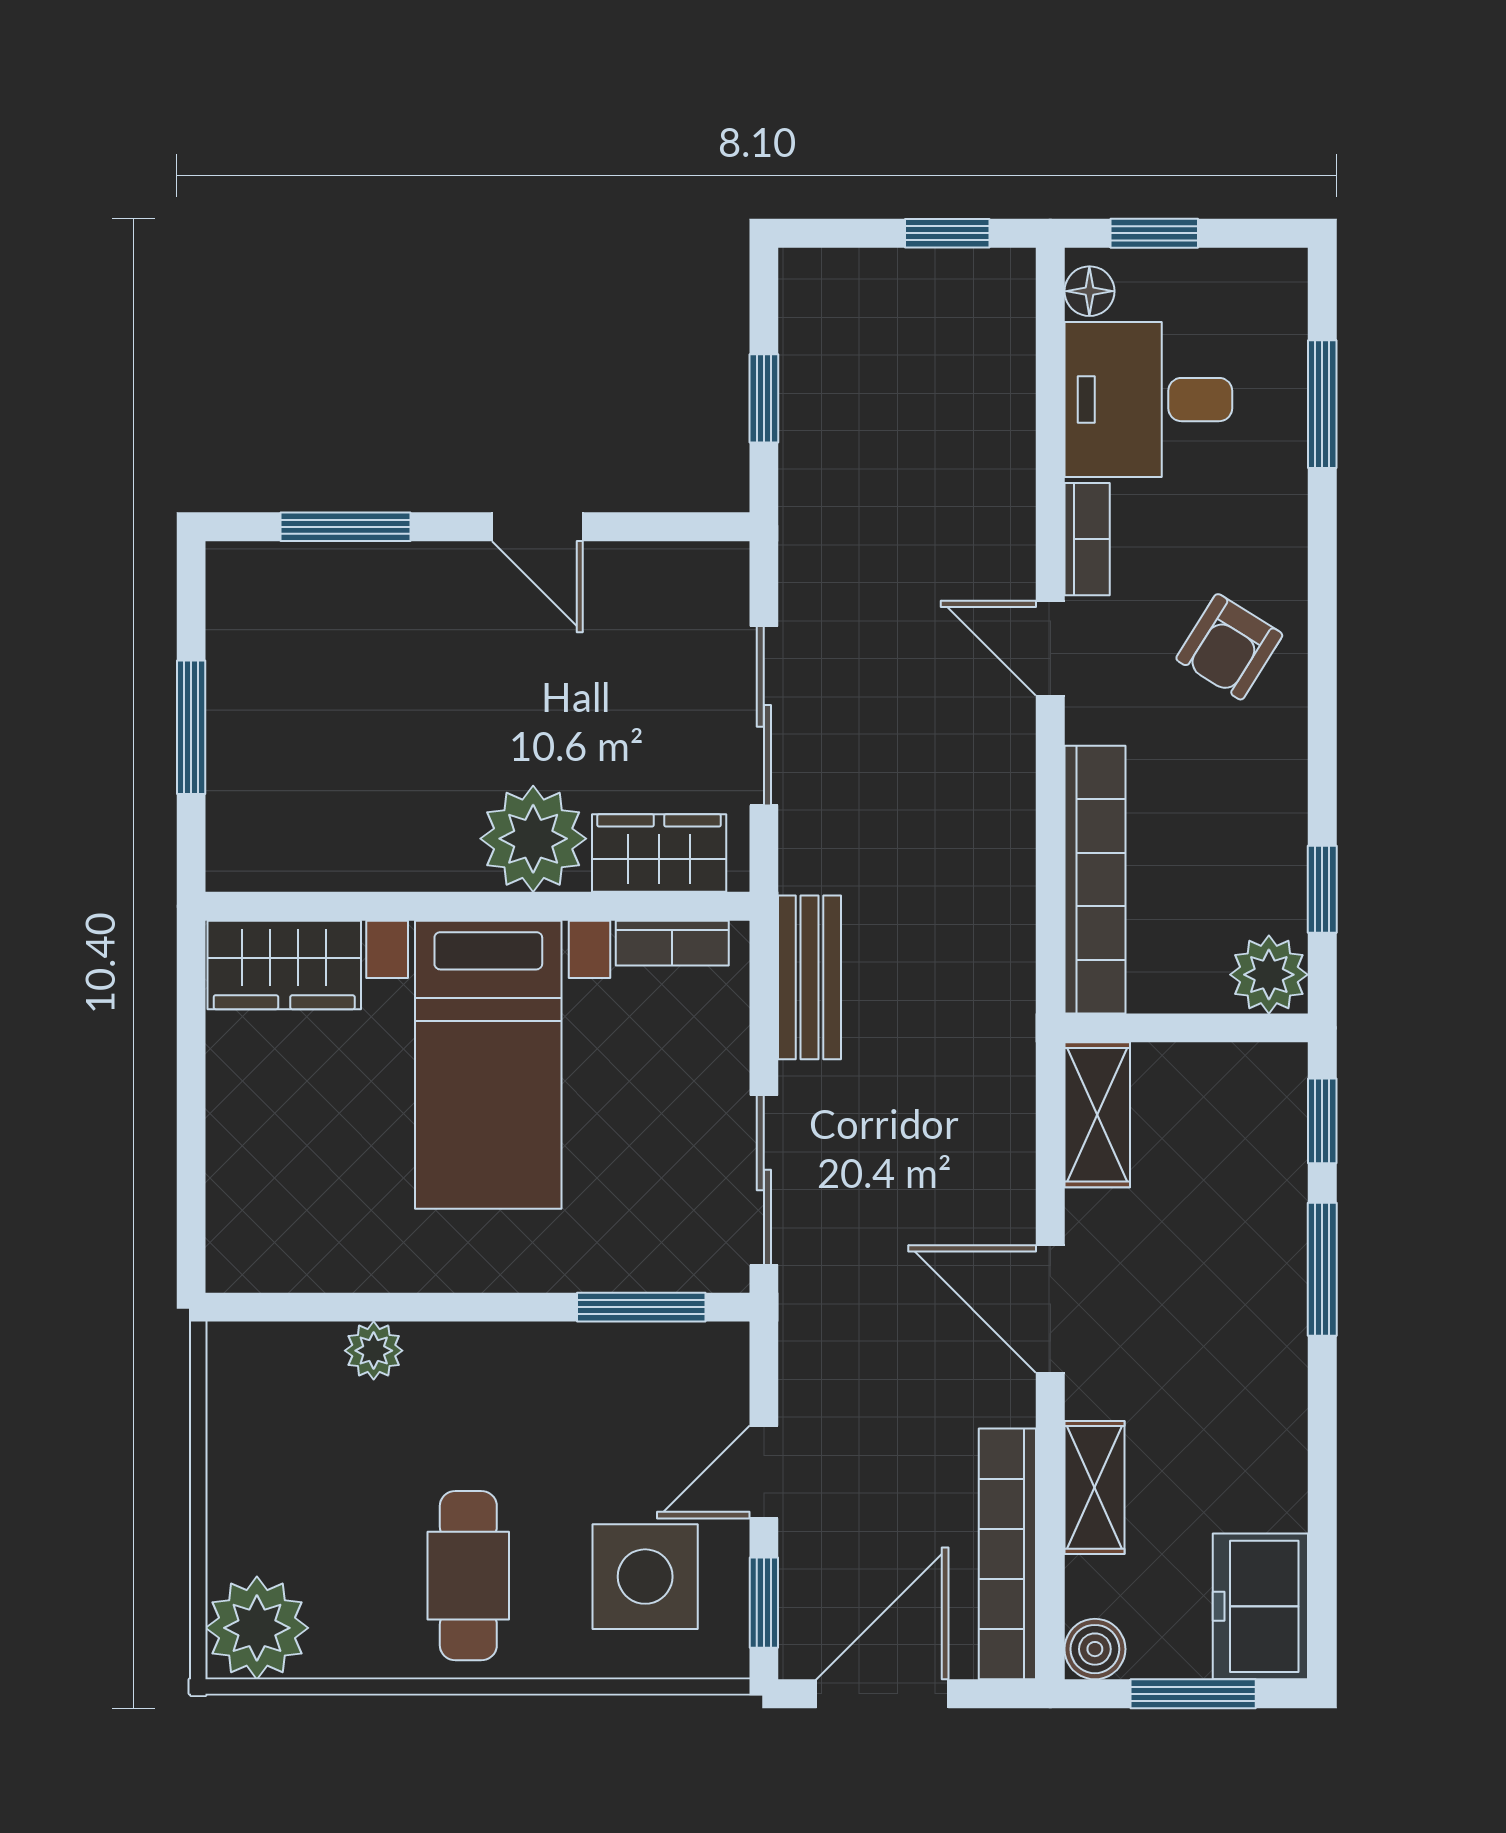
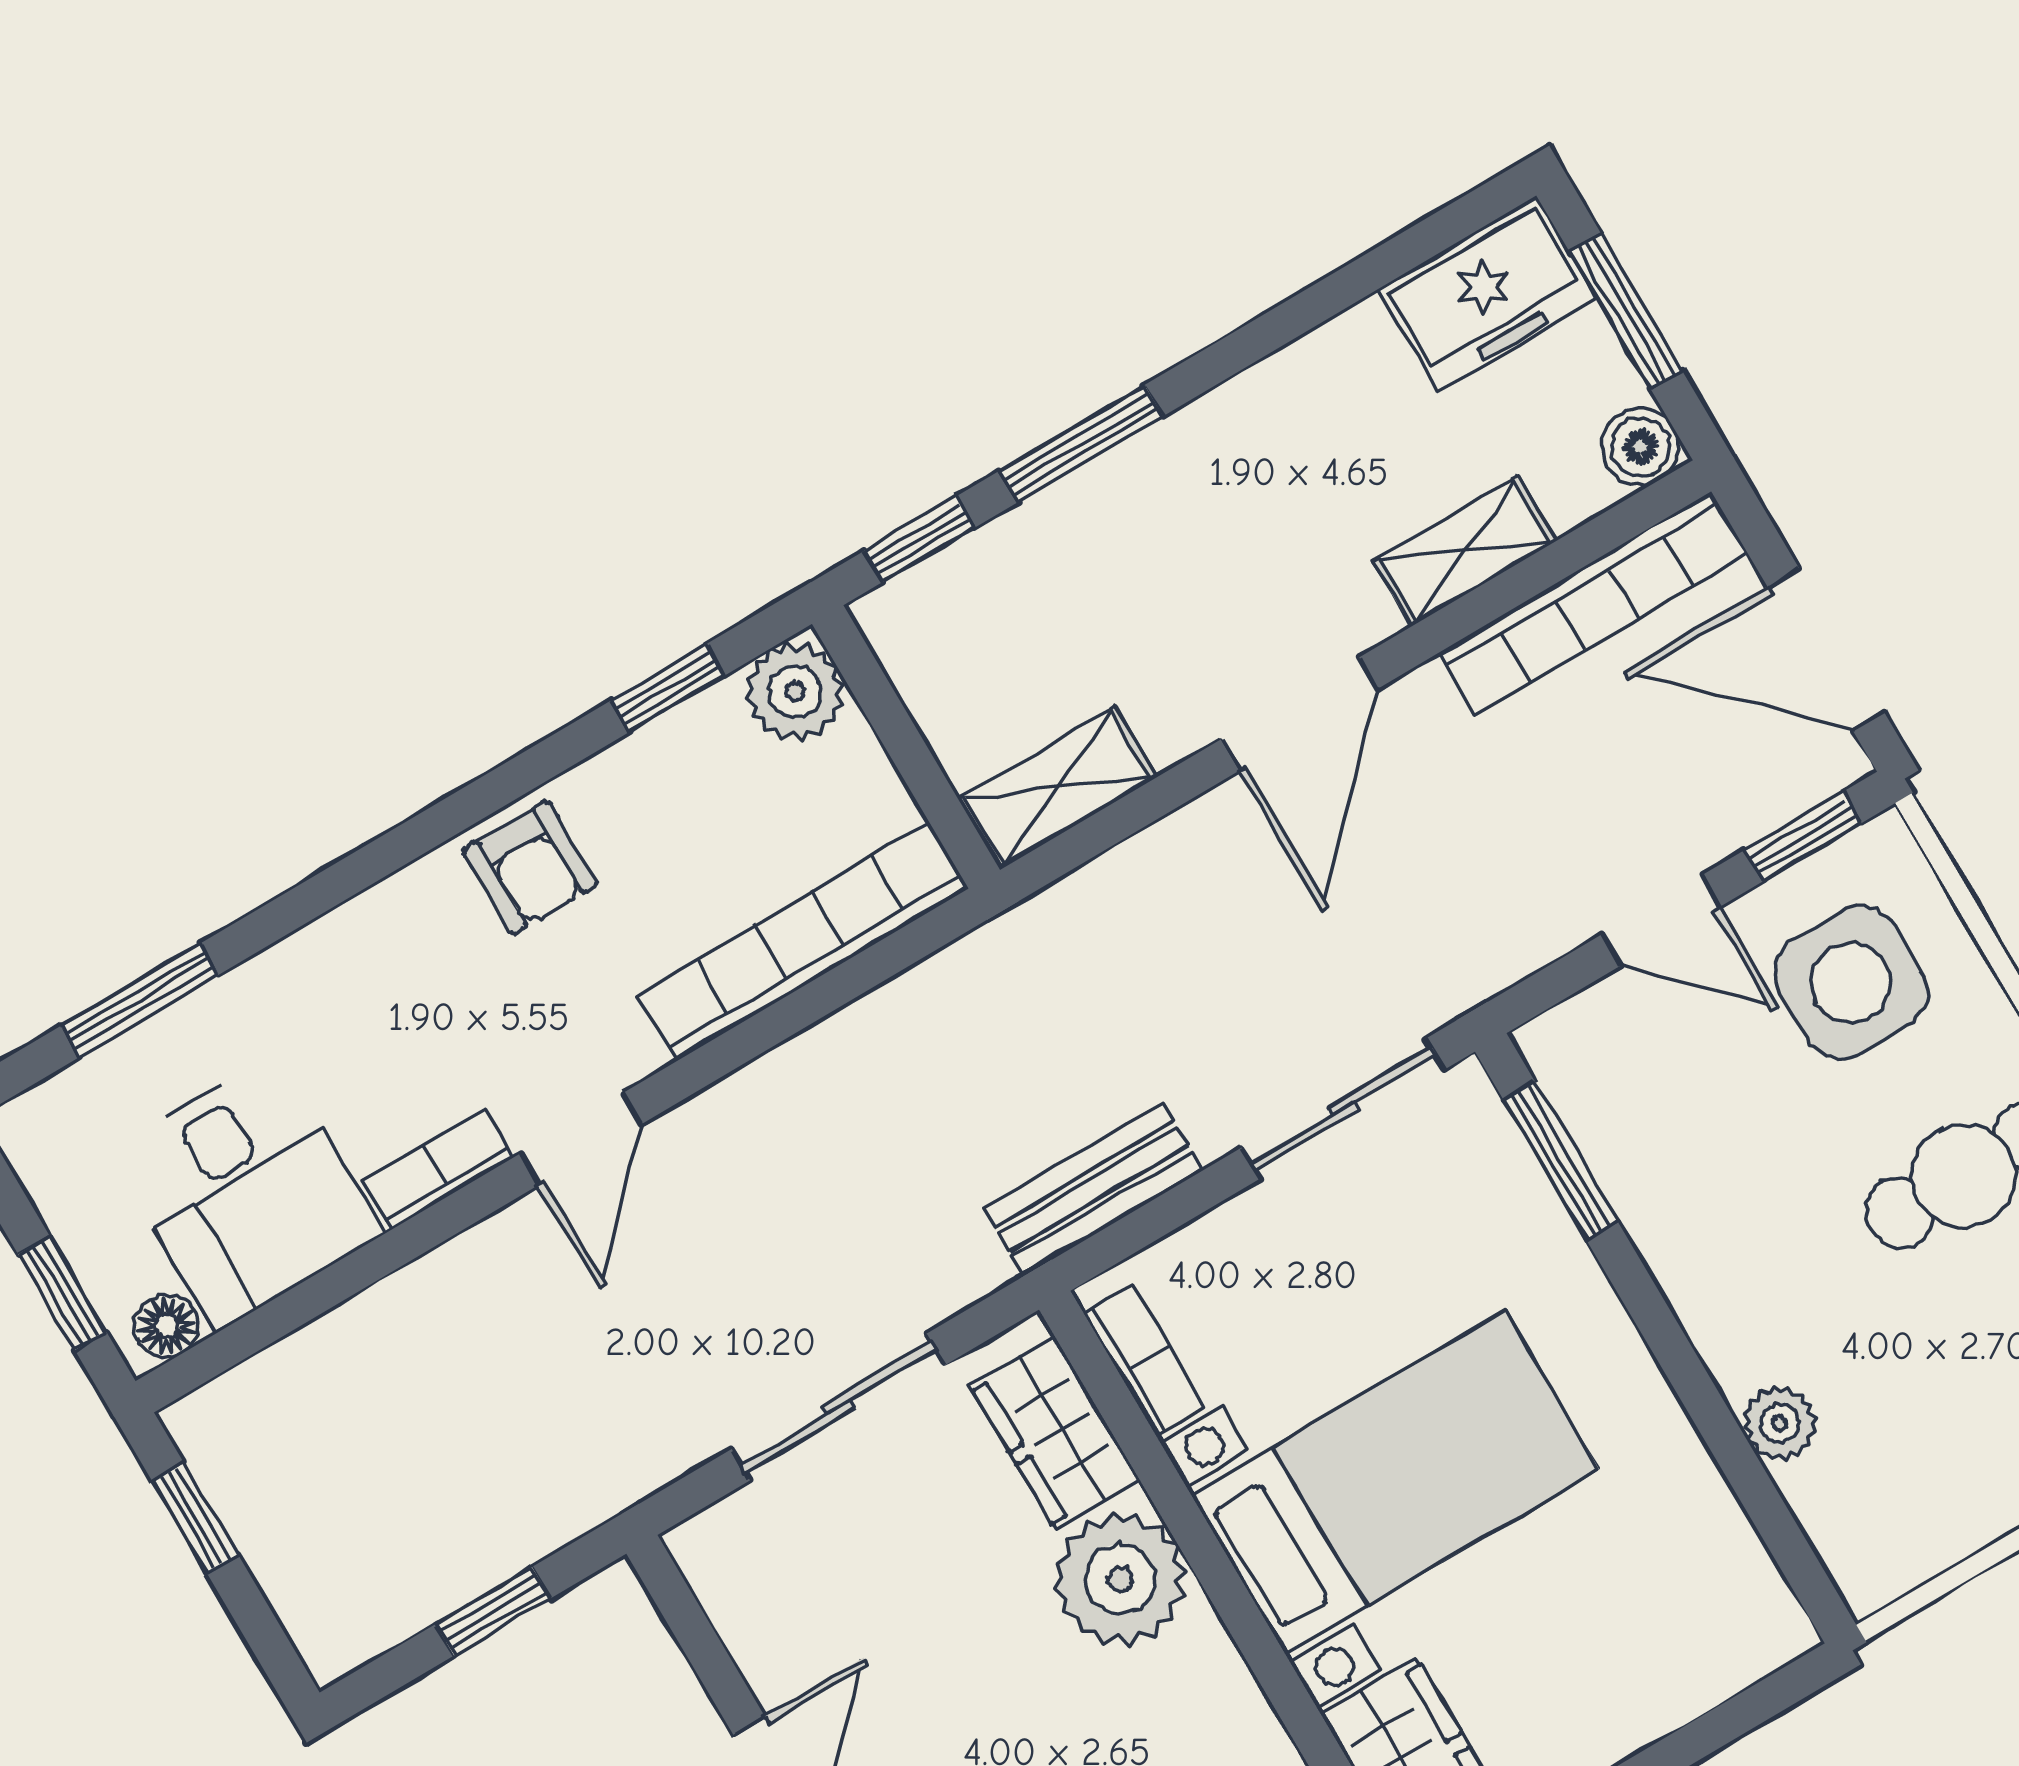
armchair: (1229, 647) -> (530, 867), moved, turned 58

